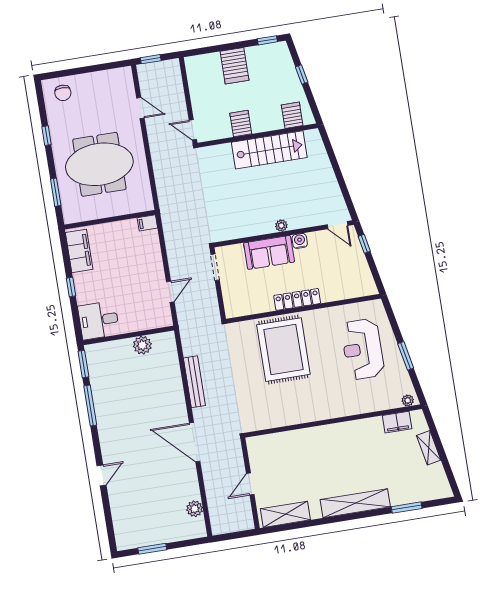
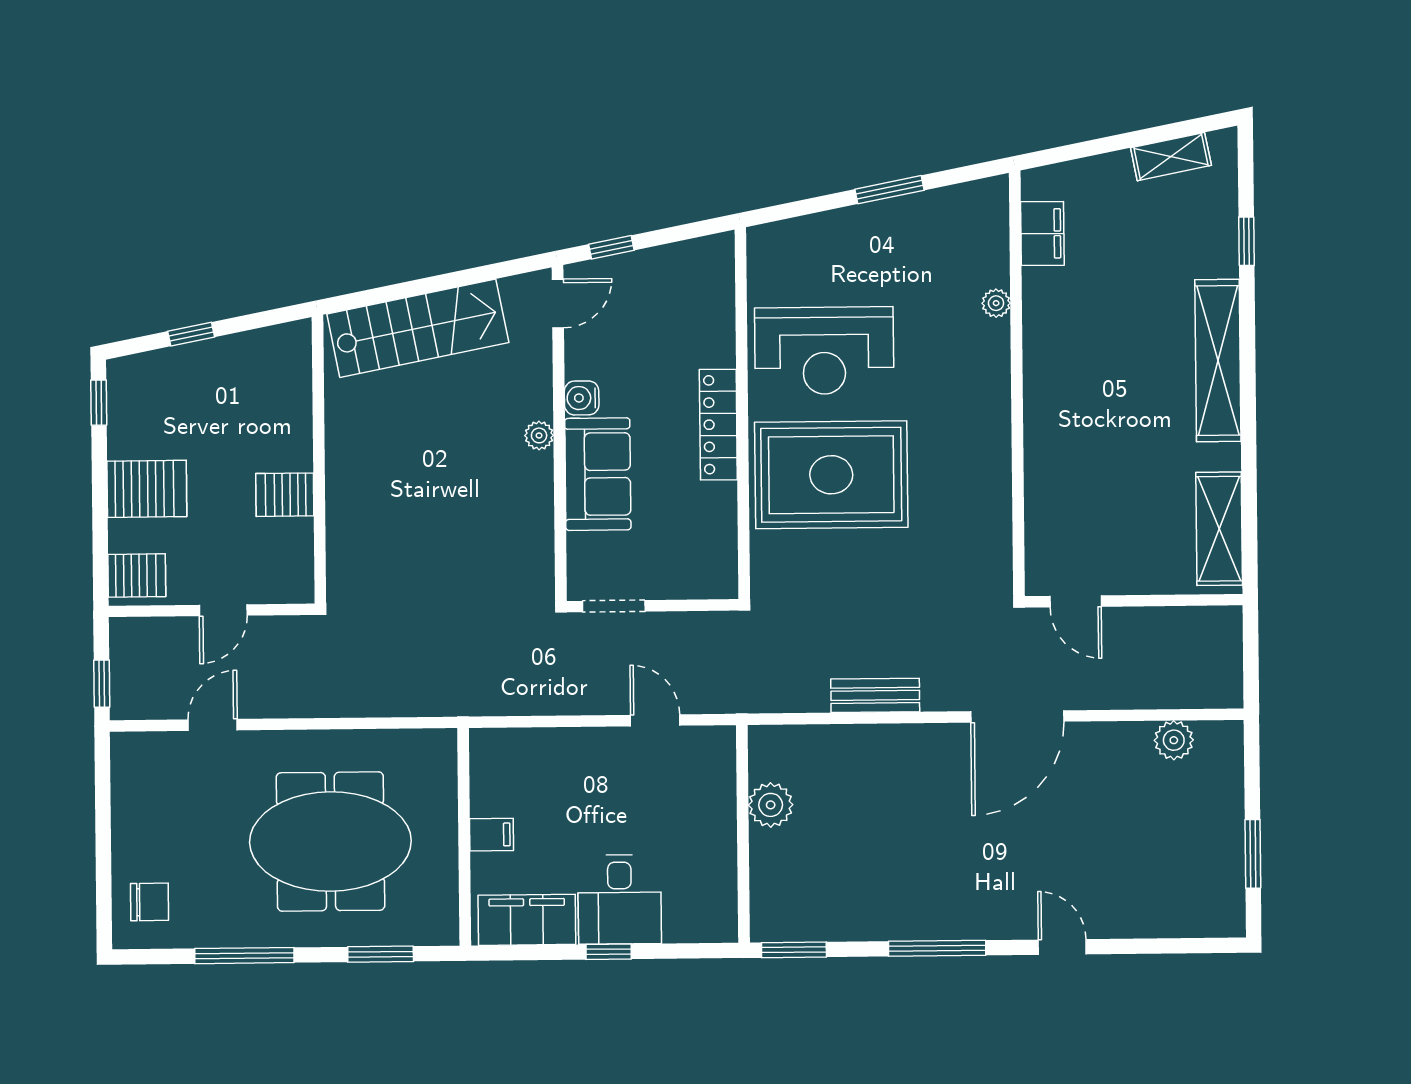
server rack: (292, 115) -> (137, 575), moved, turned 180
door: (193, 130) -> (223, 610), moved
window: (47, 136) -> (244, 956), width x2.17
stairs: (269, 150) -> (418, 328), moved, turned 79
meeting table: (99, 164) -> (330, 842), turned 90
filing cabinet: (147, 223) -> (492, 835), moved, turned -90
desk: (99, 320) -> (620, 900), moved
reception desk: (363, 349) -> (824, 351), moved
bench: (194, 382) -> (875, 695), width x0.73
plant: (408, 400) -> (996, 303), moved
window: (90, 405) -> (937, 948), moved
shelving: (429, 448) -> (1171, 157), moved
door: (250, 484) -> (1076, 601), moved
window: (407, 508) -> (1246, 241), width x0.67

